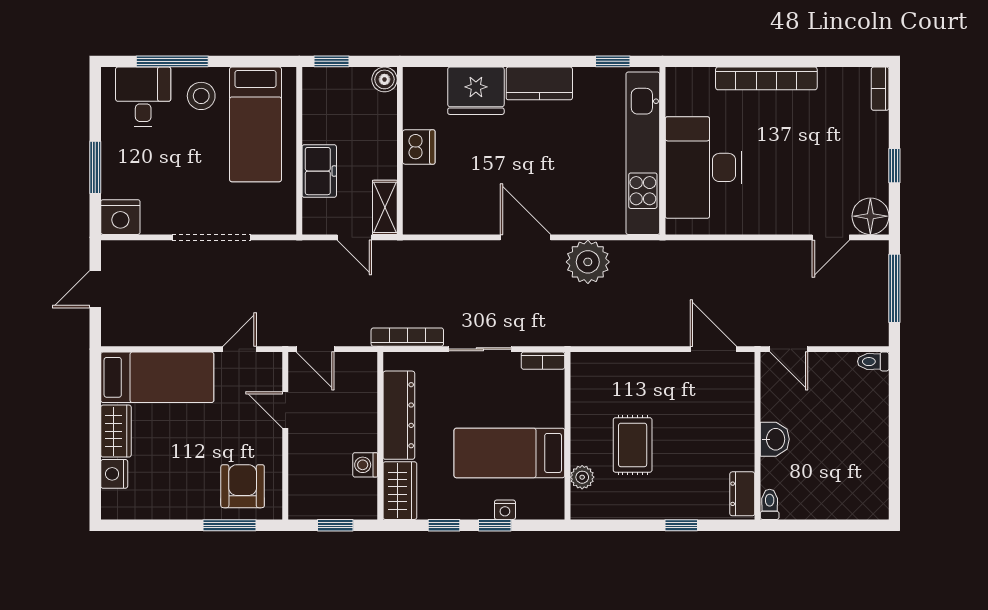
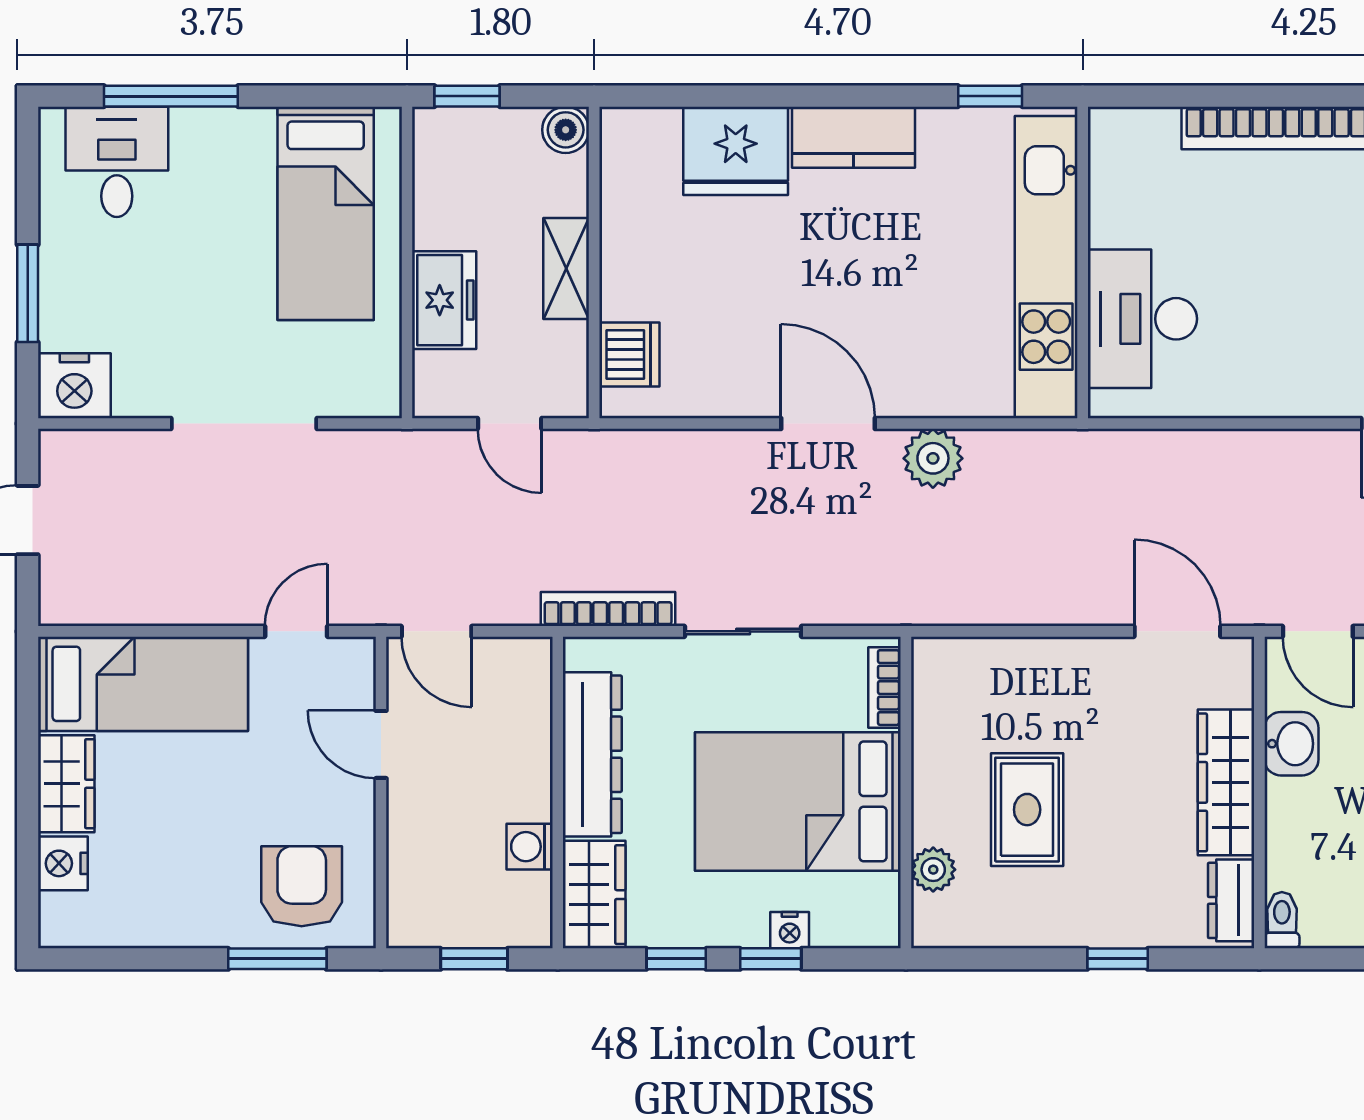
stool: (201, 96) -> (225, 160), removed
dishwasher: (419, 147) -> (629, 354), moved
desk: (703, 167) -> (1142, 319), width x0.73, depth x0.77
shelving: (385, 207) -> (566, 268), moved
plant: (588, 262) -> (933, 458), width x0.73, depth x0.73
bookcase: (543, 361) -> (885, 688), moved, turned 90
wardrobe: (740, 430) -> (1226, 782), added
washbasin: (775, 439) -> (1291, 744), moved
bed: (509, 453) -> (798, 801), width x1.50

